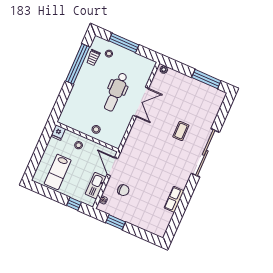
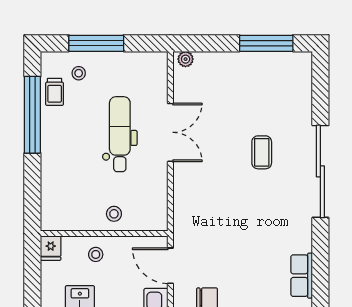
dental chair: (116, 92) -> (120, 134), turned 180

